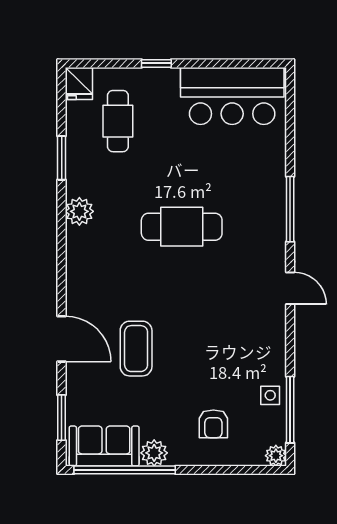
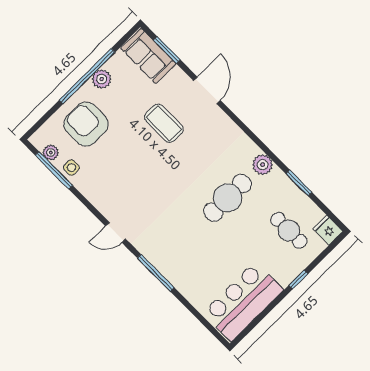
cafe table: (182, 227) -> (228, 198), moved
door: (62, 339) -> (207, 90), swing flipped
armchair: (213, 424) -> (86, 124), width x1.88, depth x1.88
sofa: (104, 446) -> (148, 56), moved, turned 90
plant: (276, 456) -> (51, 153), moved
window: (125, 470) -> (87, 76), moved

